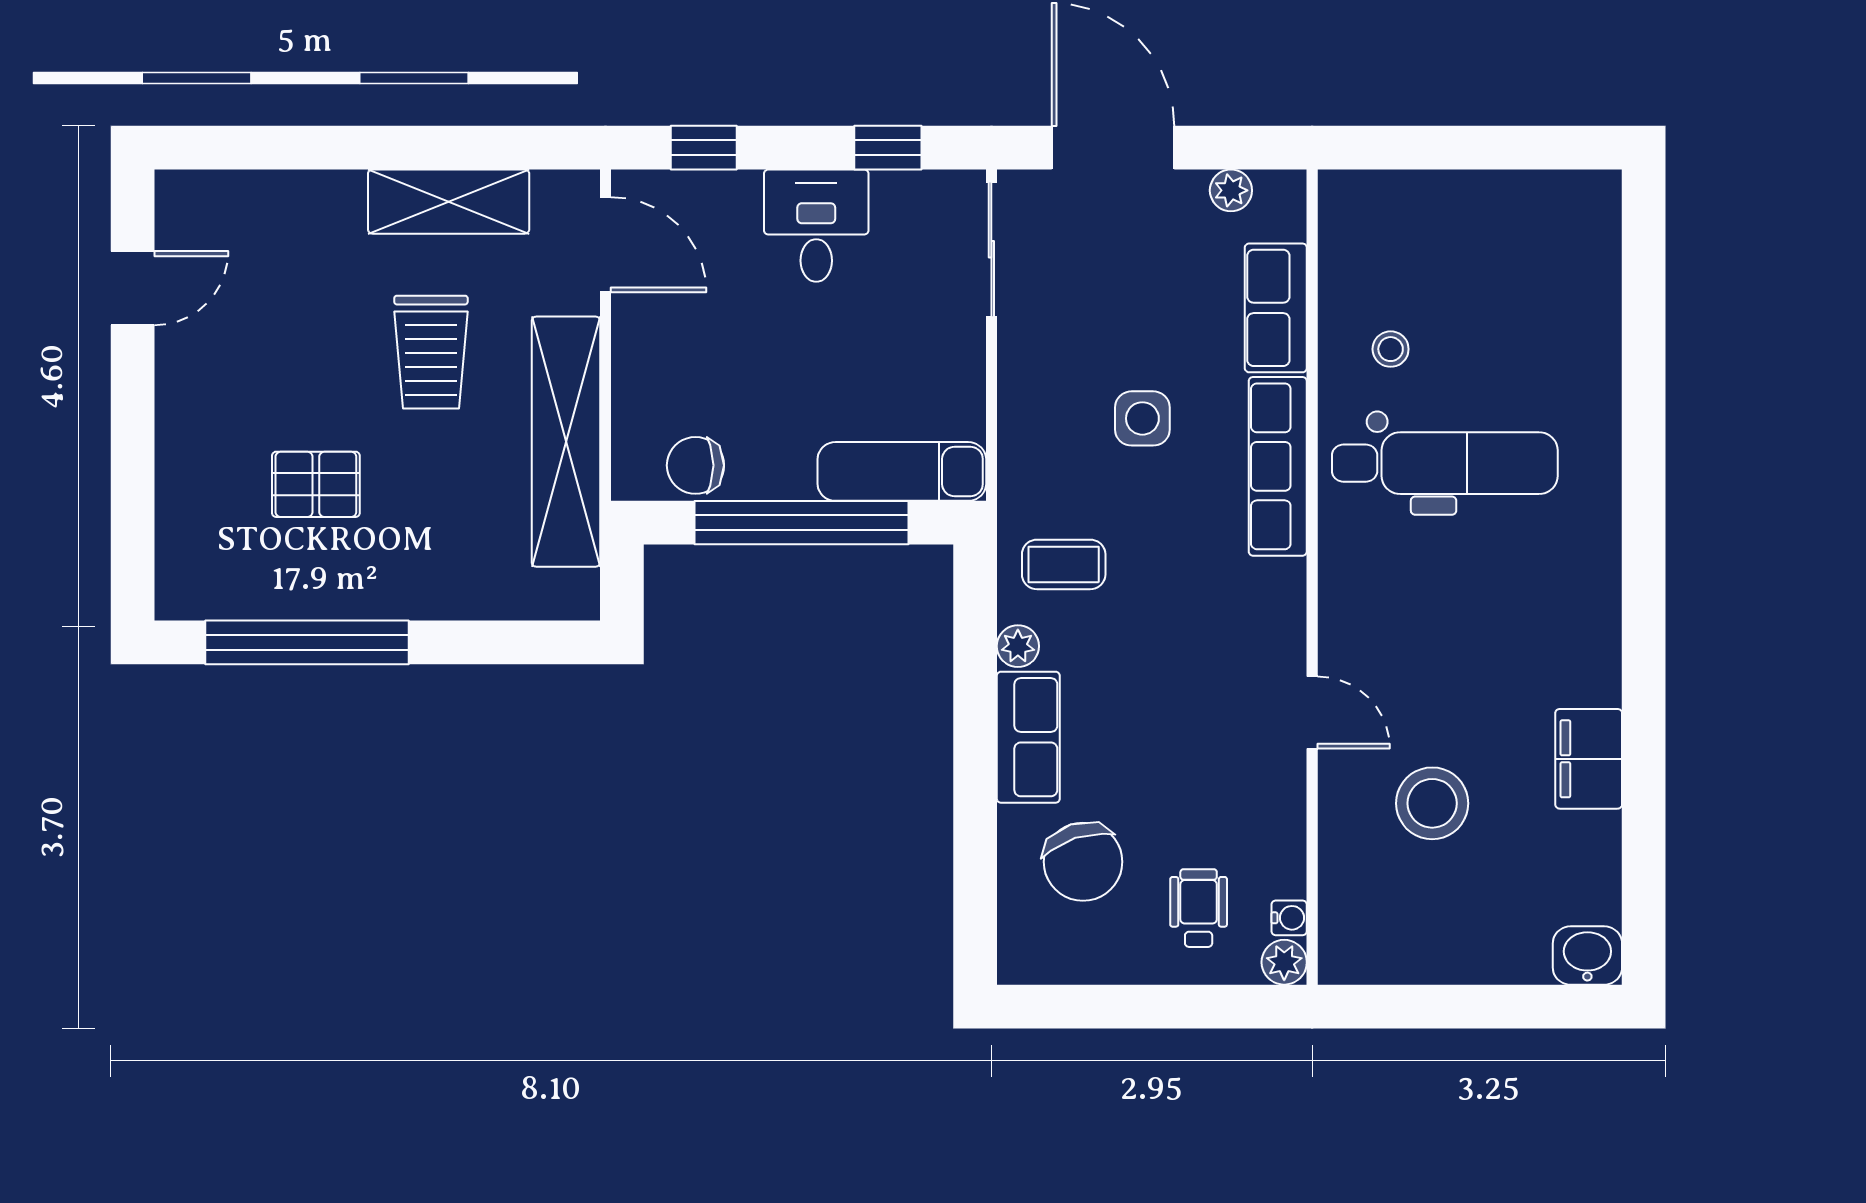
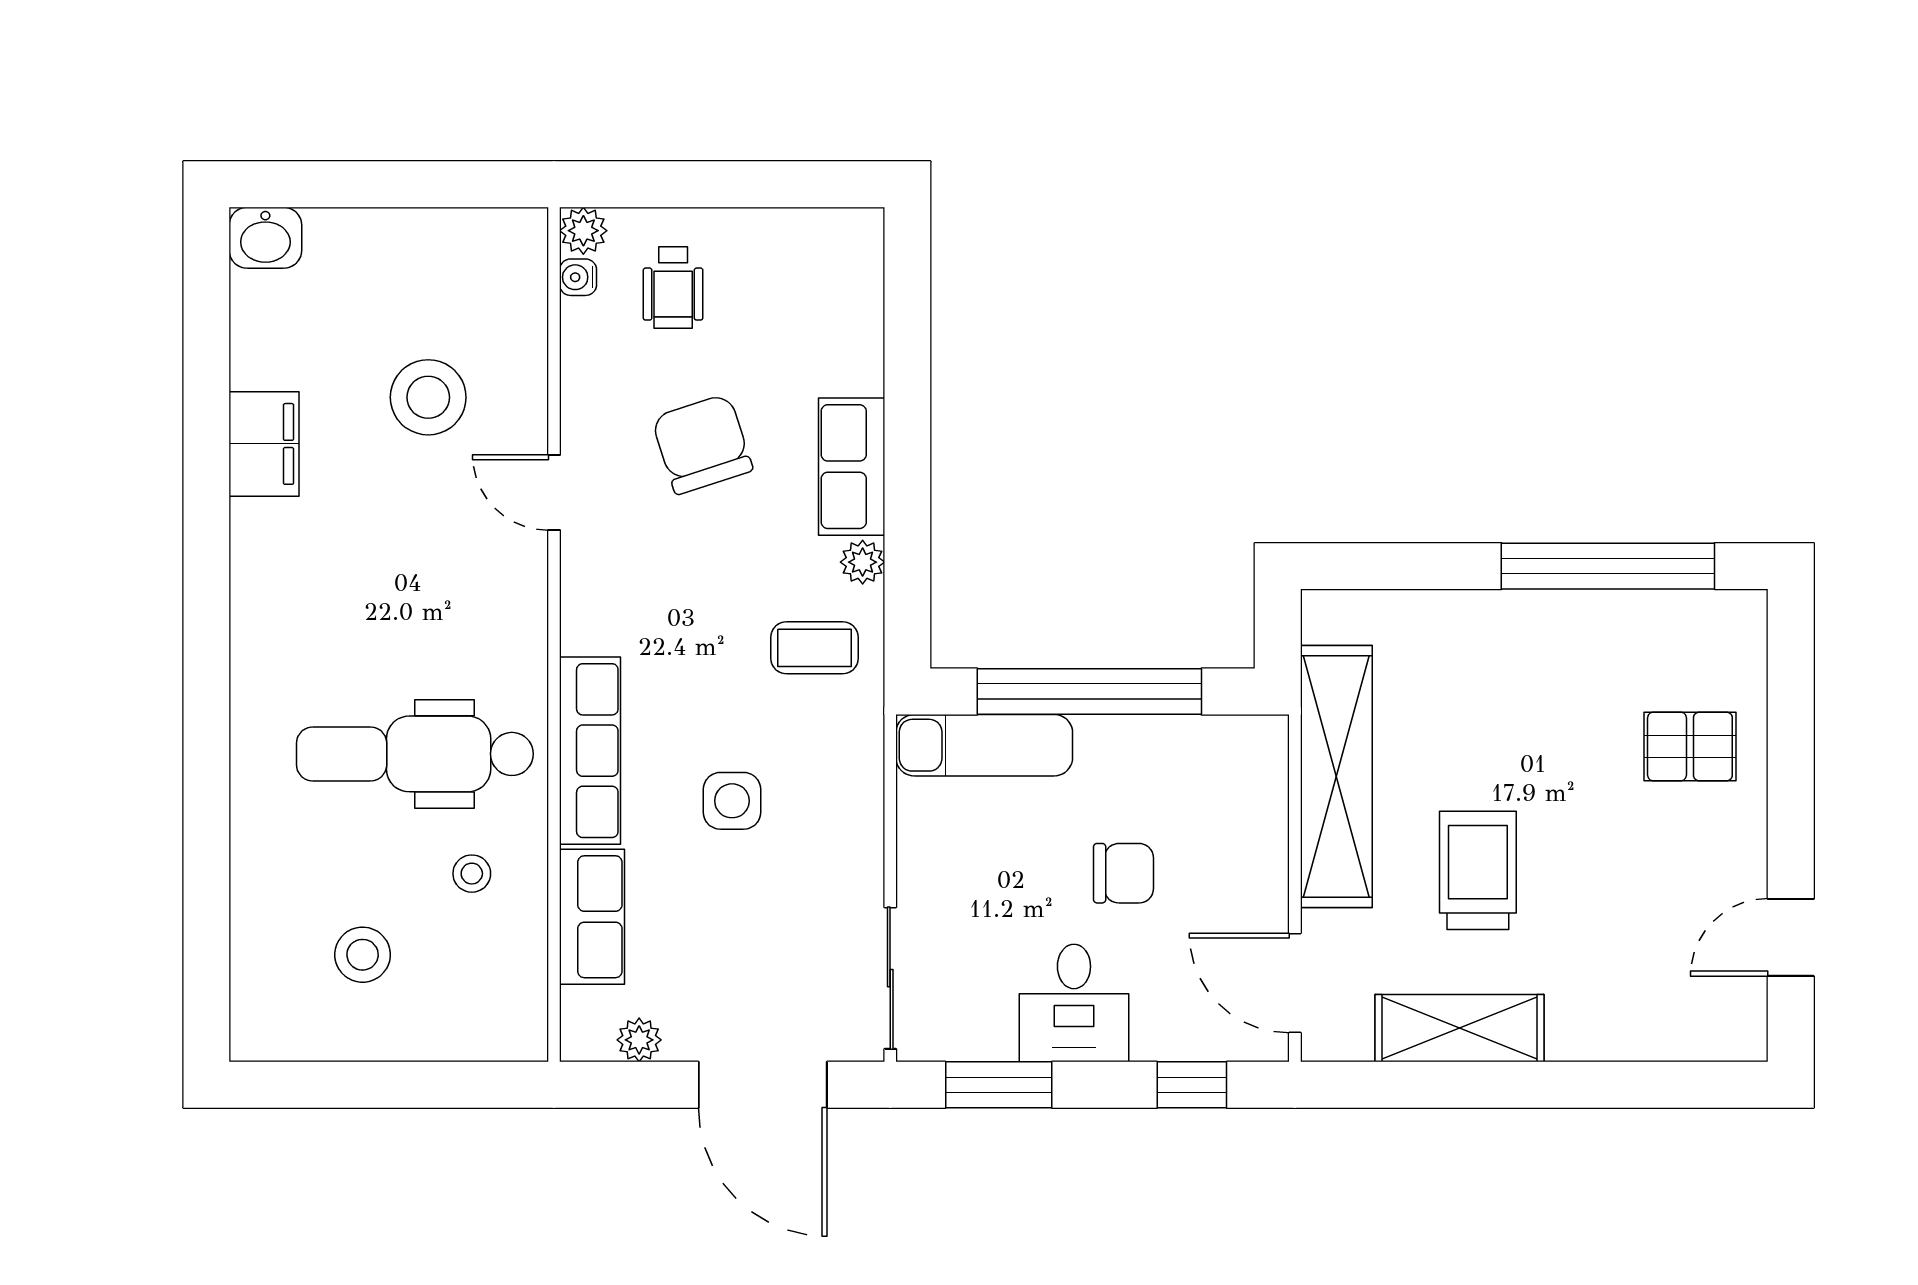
window: (888, 148) -> (999, 1085), width x1.50
stool: (1495, 272) -> (363, 955), added
chair: (695, 465) -> (1124, 873), moved
pallet: (316, 484) -> (1690, 747), moved
chair: (1083, 862) -> (702, 444), moved

